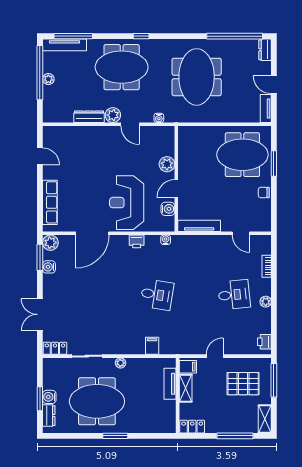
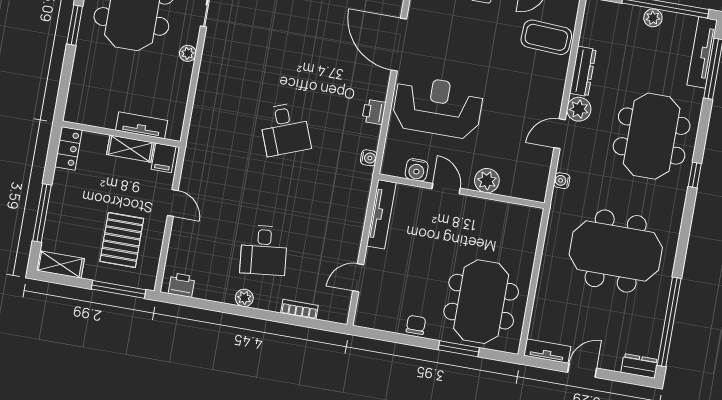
coffee table: (72, 143) -> (546, 37), added
desk: (157, 295) -> (285, 129), turned -30
filing cabinet: (152, 346) -> (206, 107), removed

